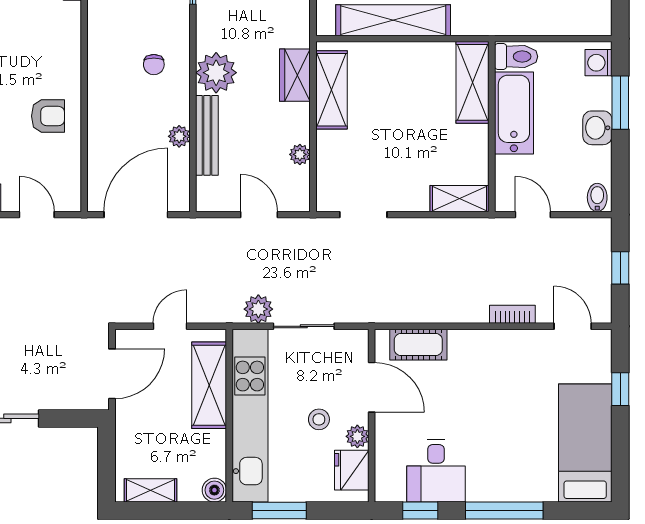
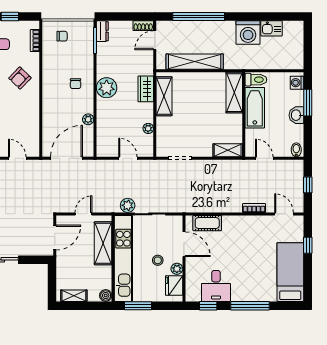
armchair: (48, 116) -> (20, 78), moved, turned 134
bench: (207, 135) -> (102, 119), removed

